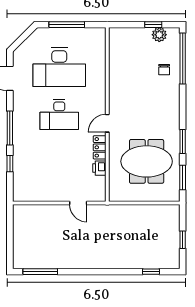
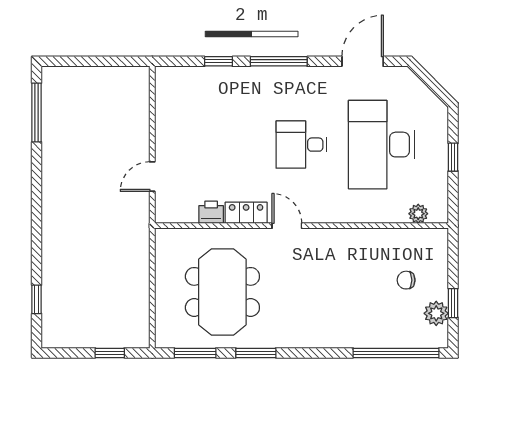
window: (67, 25) -> (453, 157), width x0.46
plant: (100, 45) -> (418, 214), added
chair: (164, 70) -> (406, 280), moved
desk: (59, 115) -> (302, 145), width x0.73
window: (183, 240) -> (110, 353), moved

